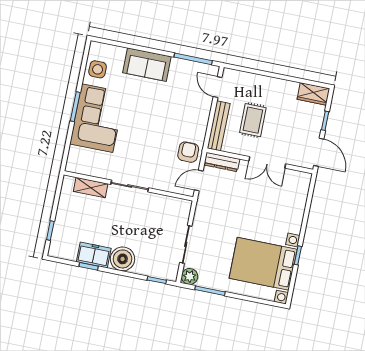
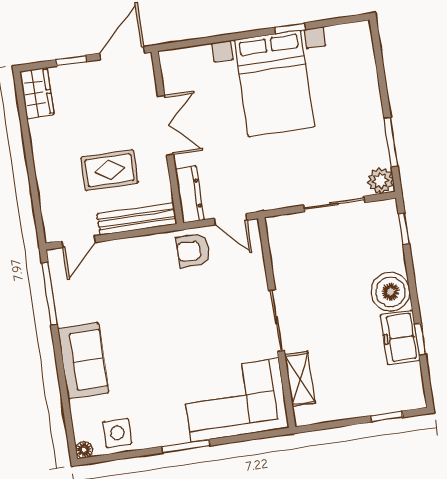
floor lamp: (95, 46) -> (84, 450), added
corner sofa: (97, 118) -> (235, 400), moved
bed with nightstands: (263, 264) -> (274, 83), moved

